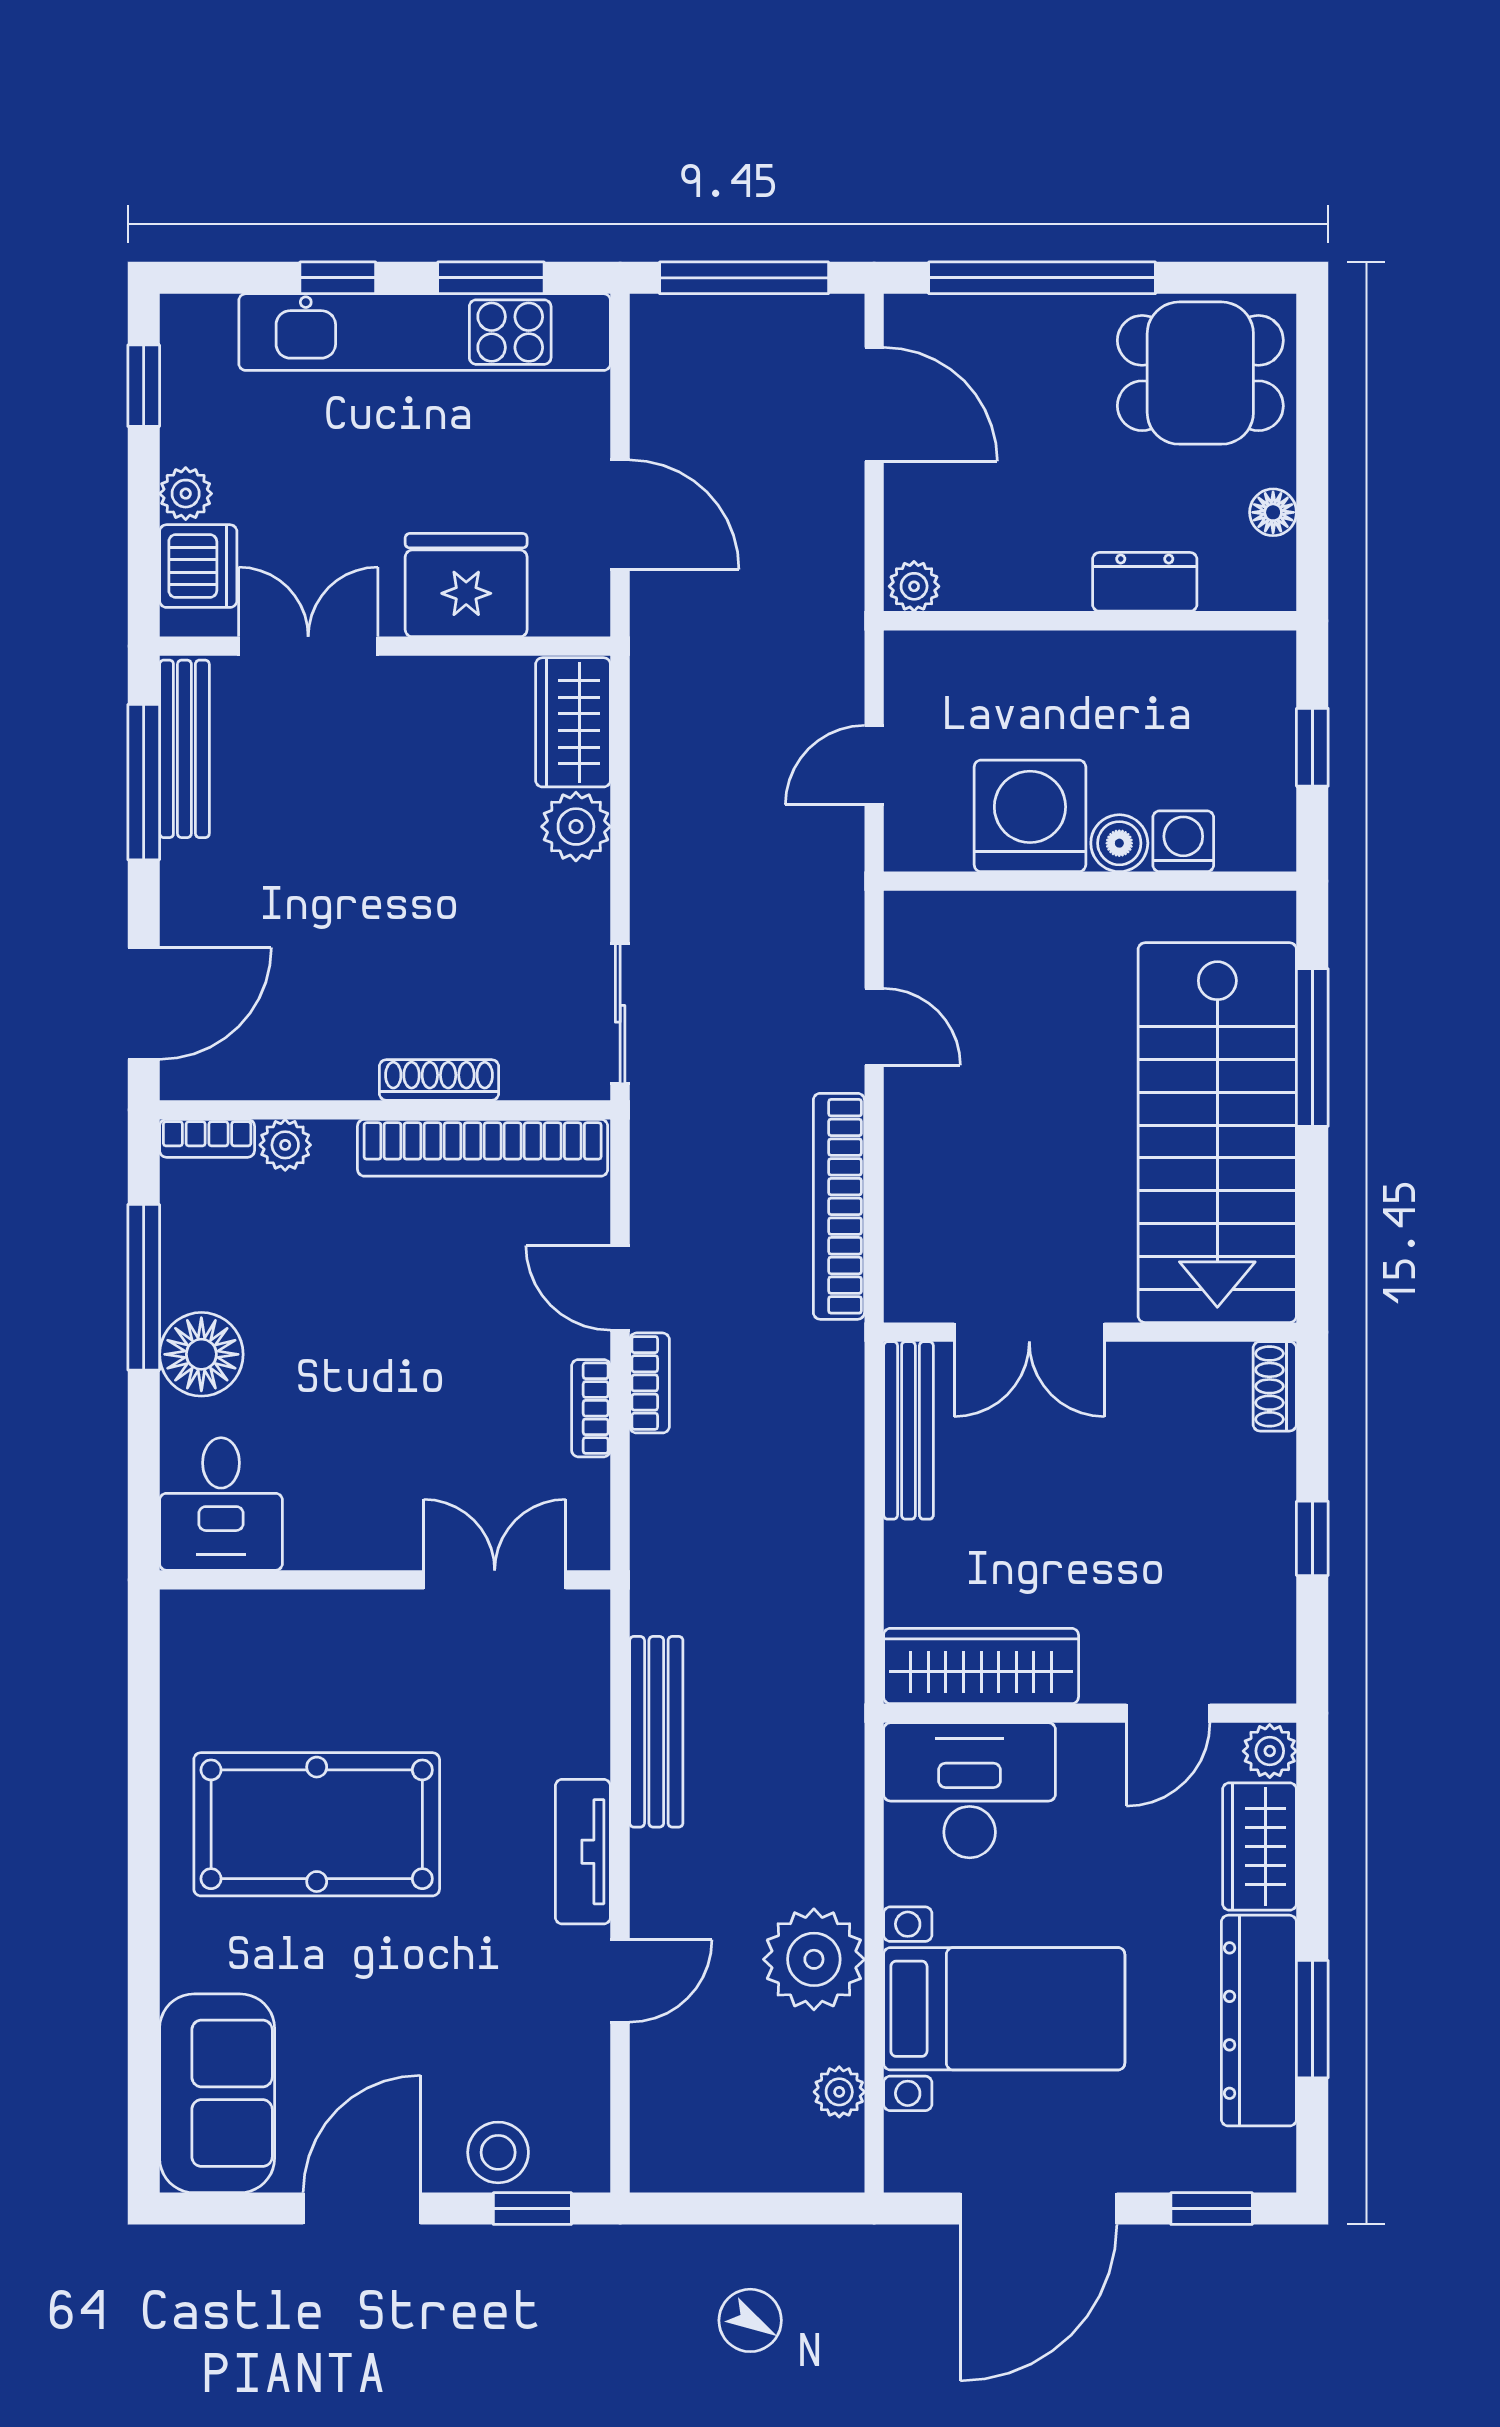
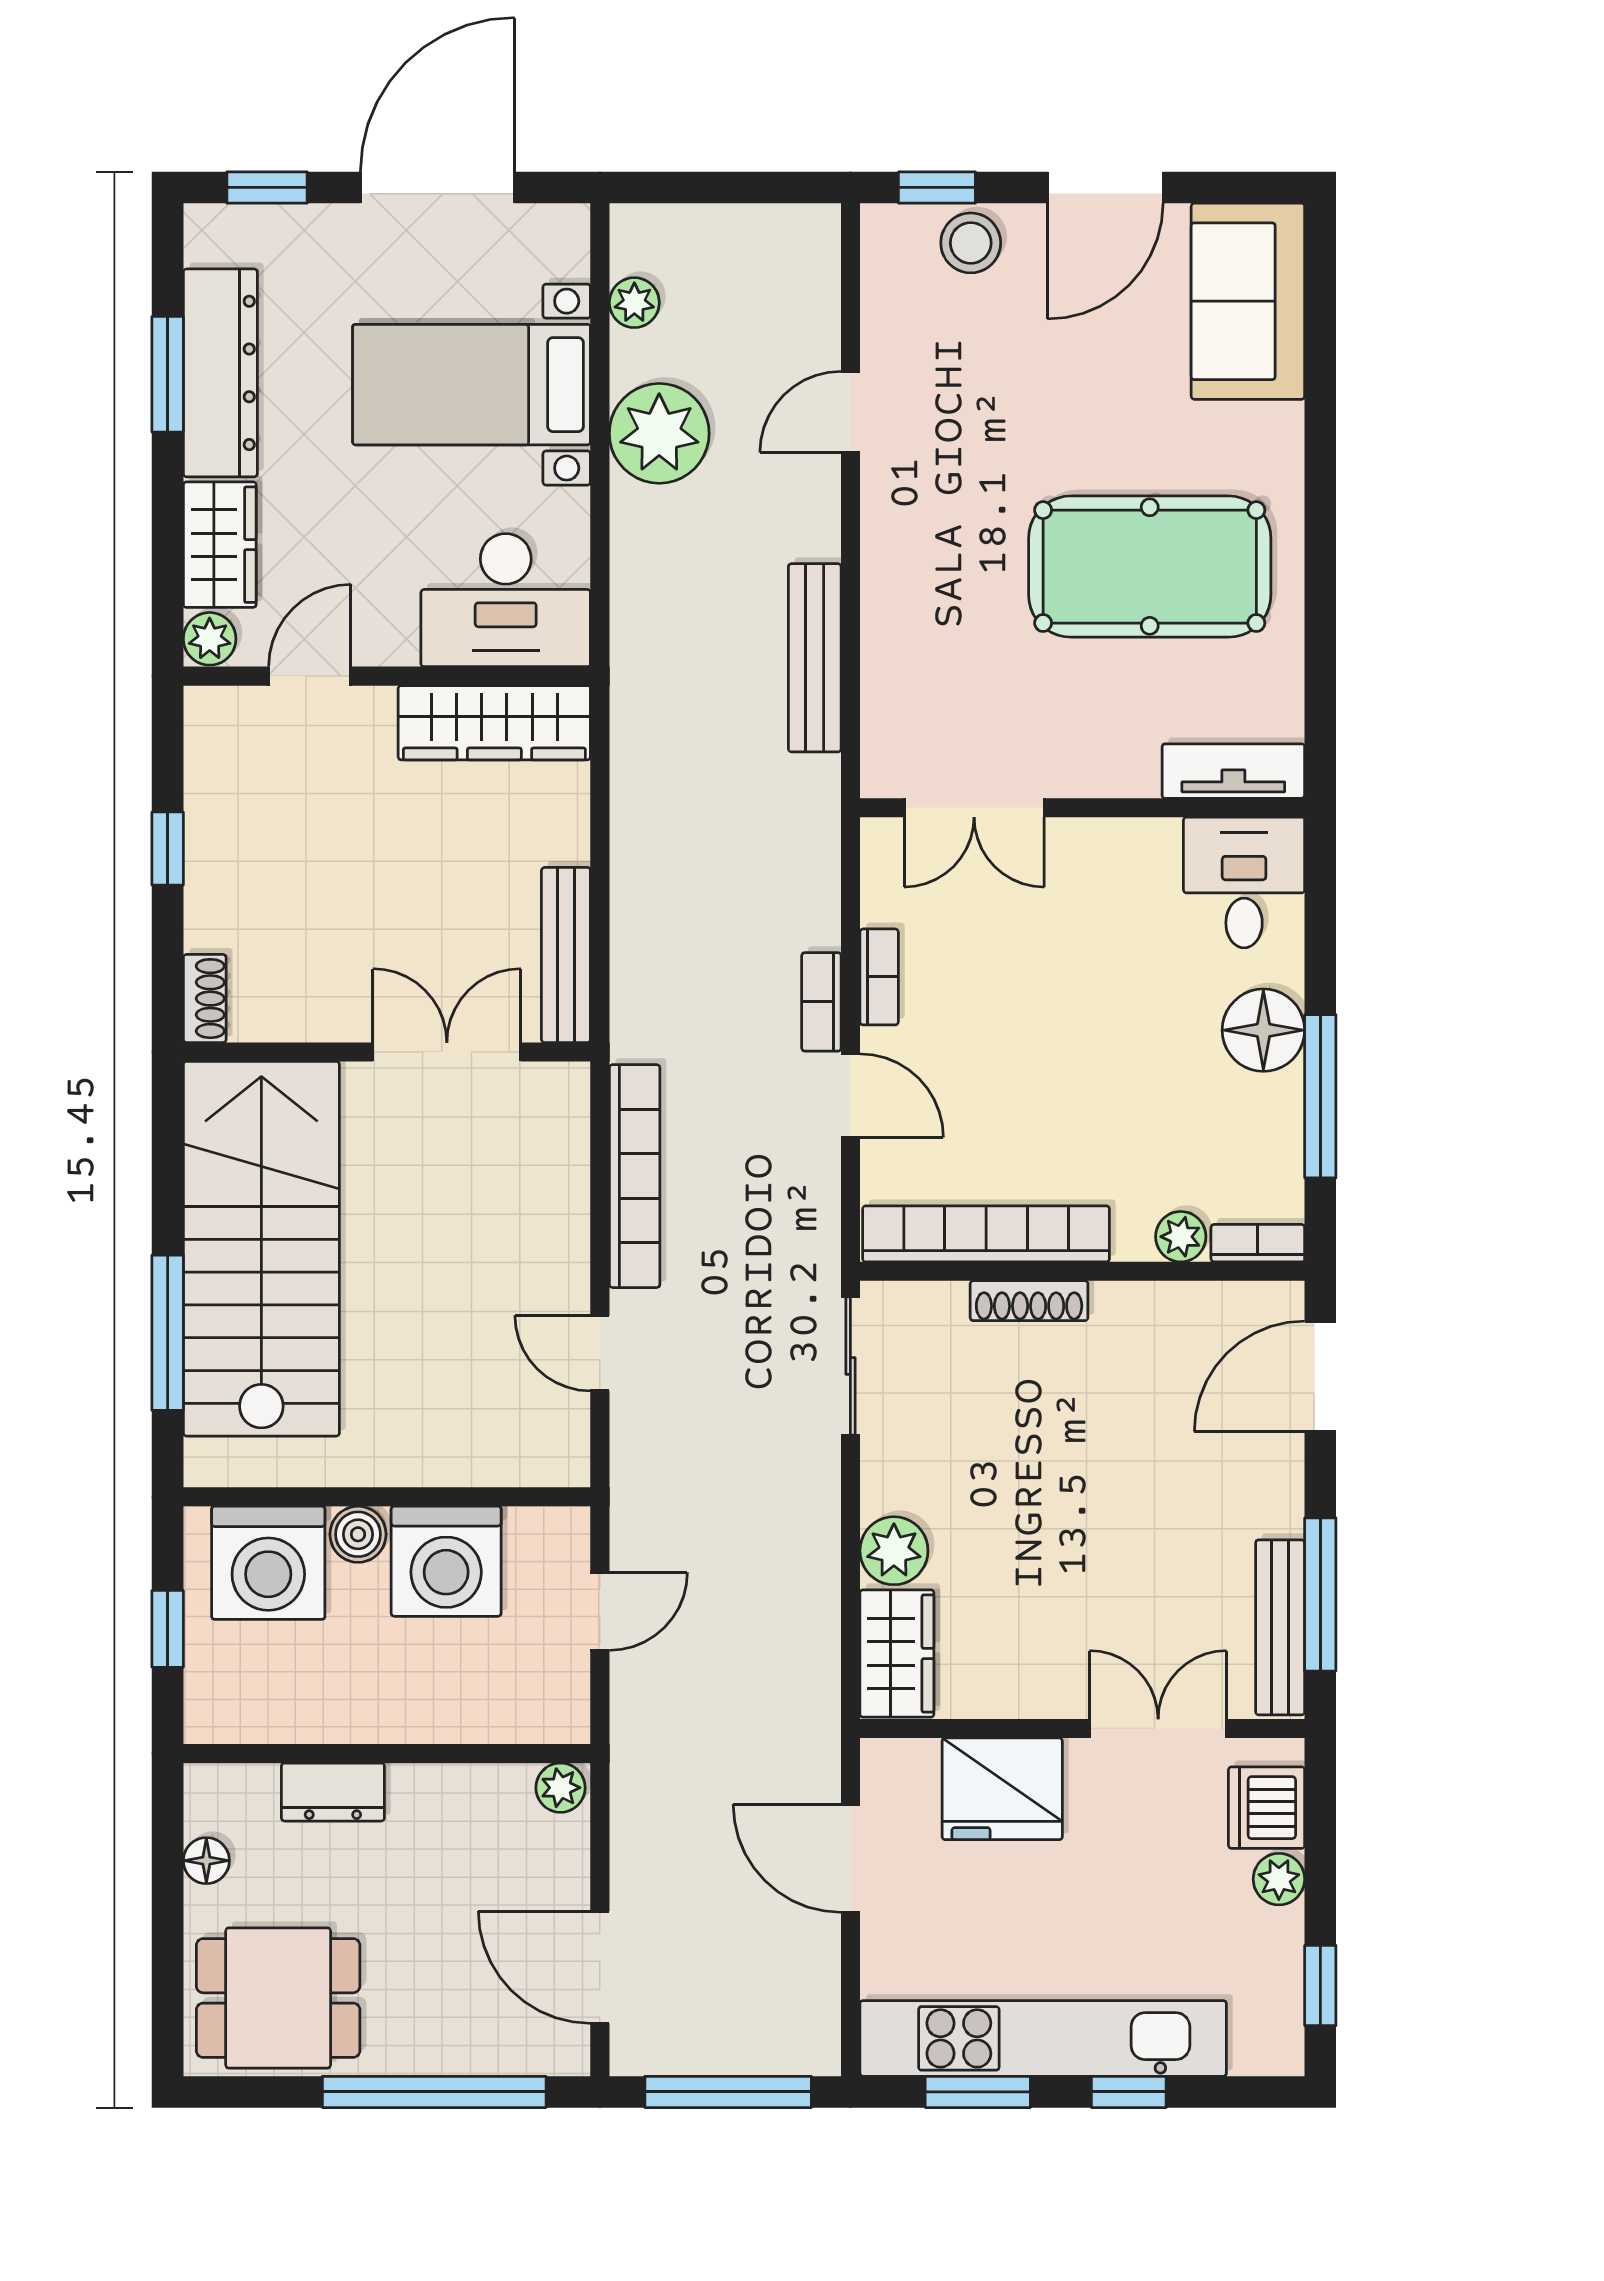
double door: (308, 646) -> (1158, 1729), swing flipped
washing machine: (1183, 841) -> (268, 1563), width x1.89, depth x1.89
tv unit: (583, 1852) -> (1233, 771), moved, turned -90

